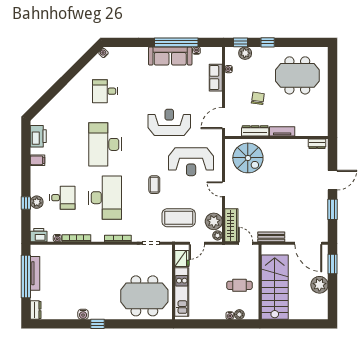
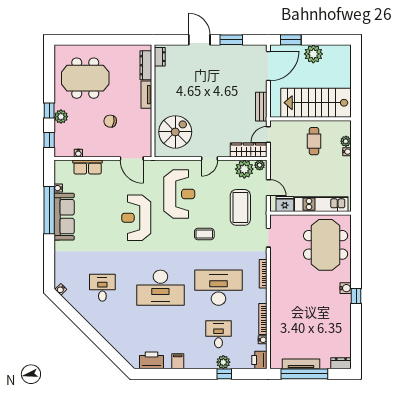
plant: (245, 53) -> (61, 117), moved
meeting table: (297, 75) -> (85, 78), turned 90
desk: (105, 91) -> (102, 288), turned 180
dresser: (255, 131) -> (146, 65), moved
water cooler: (83, 314) -> (346, 288), moved

